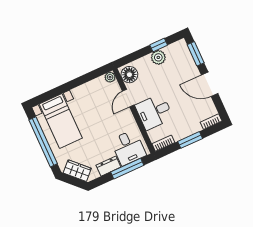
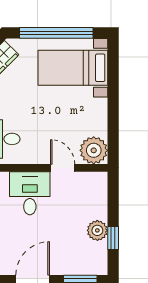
floor lamp: (129, 75) -> (92, 183), removed
plant: (110, 77) -> (94, 150), width x1.88, depth x1.88

